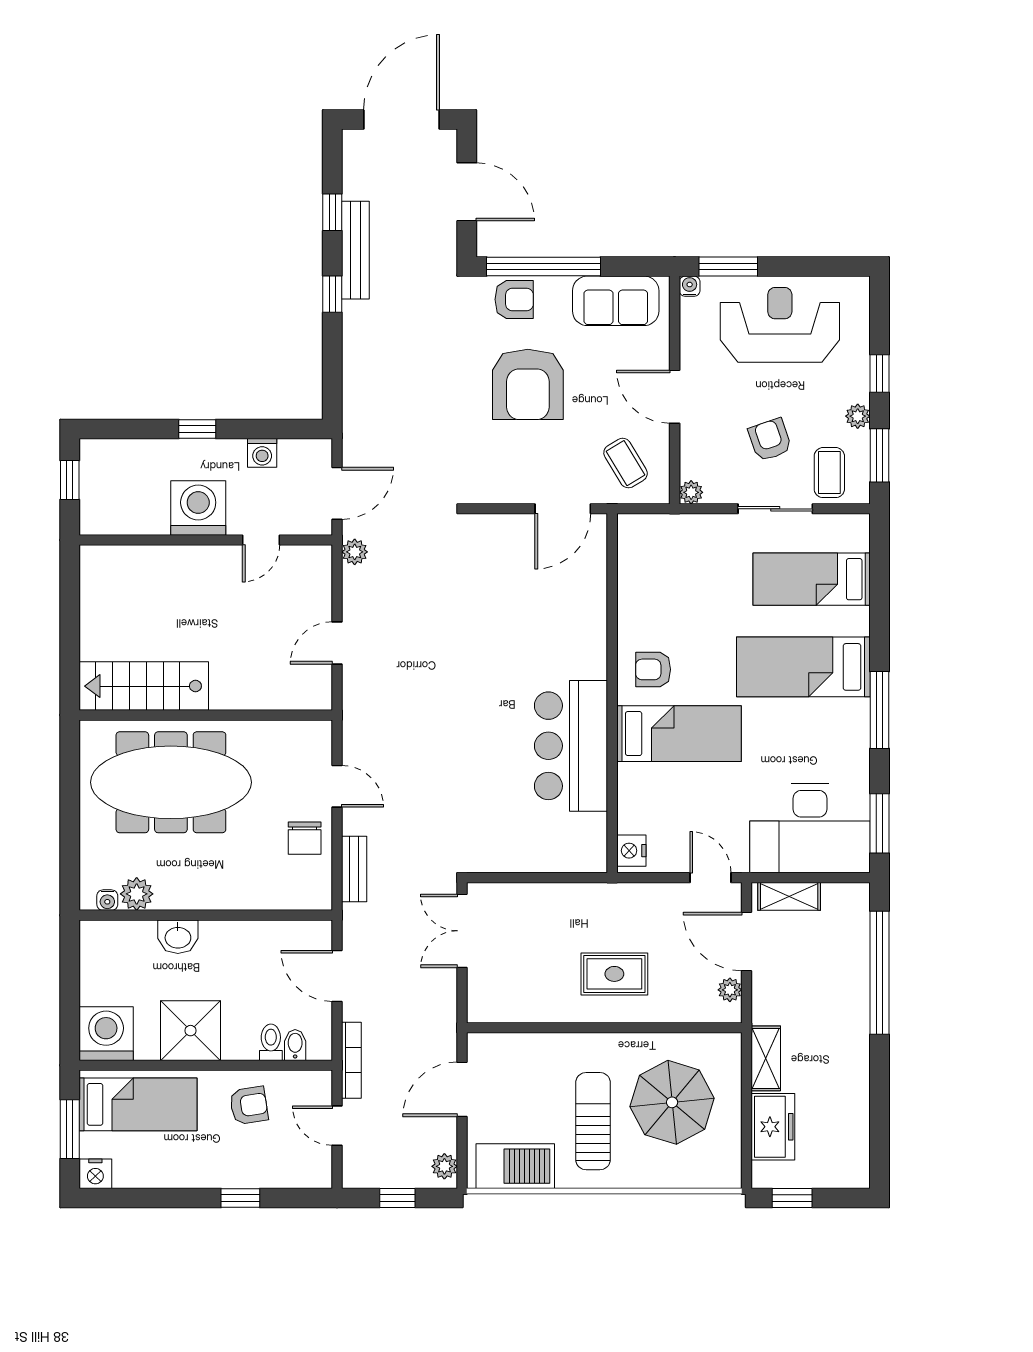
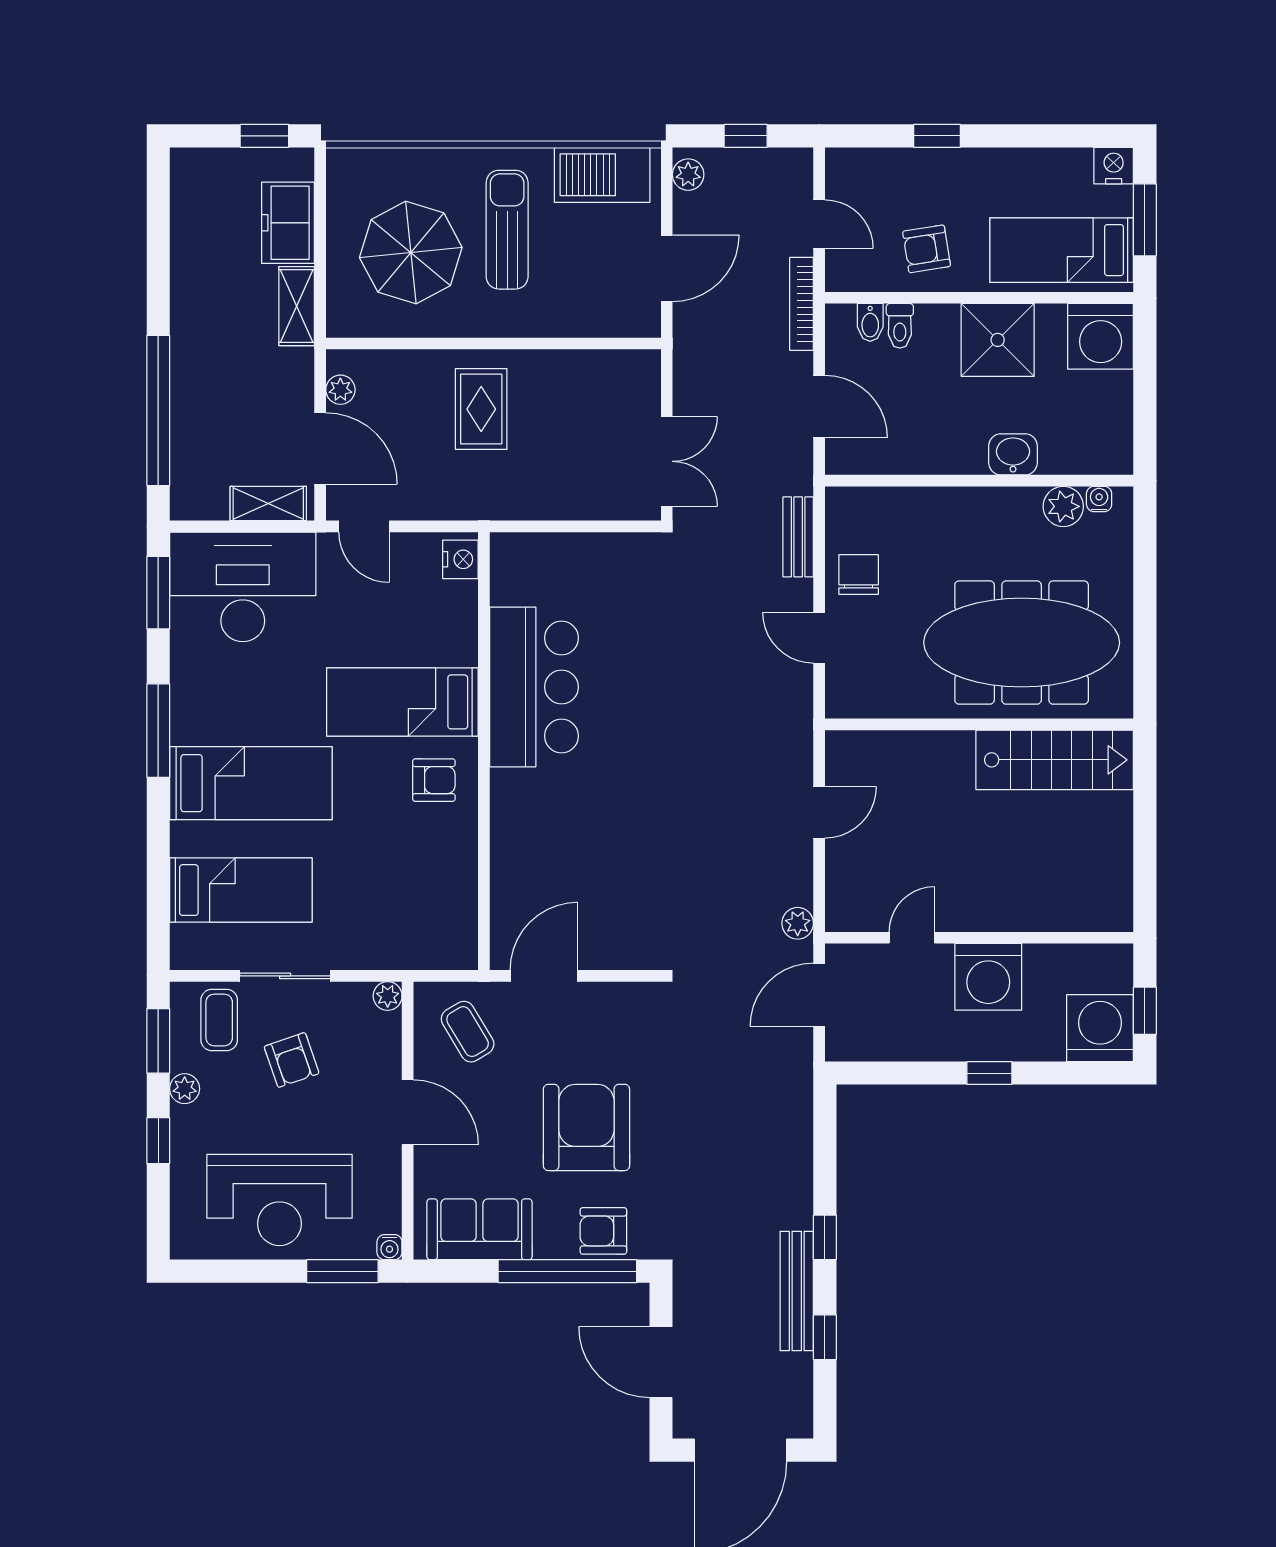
washing machine: (262, 453) -> (1100, 1028), moved, width x1.89, depth x1.89
rug: (614, 974) -> (481, 409), turned 90
sun lounger: (593, 1121) -> (507, 230), turned 180

